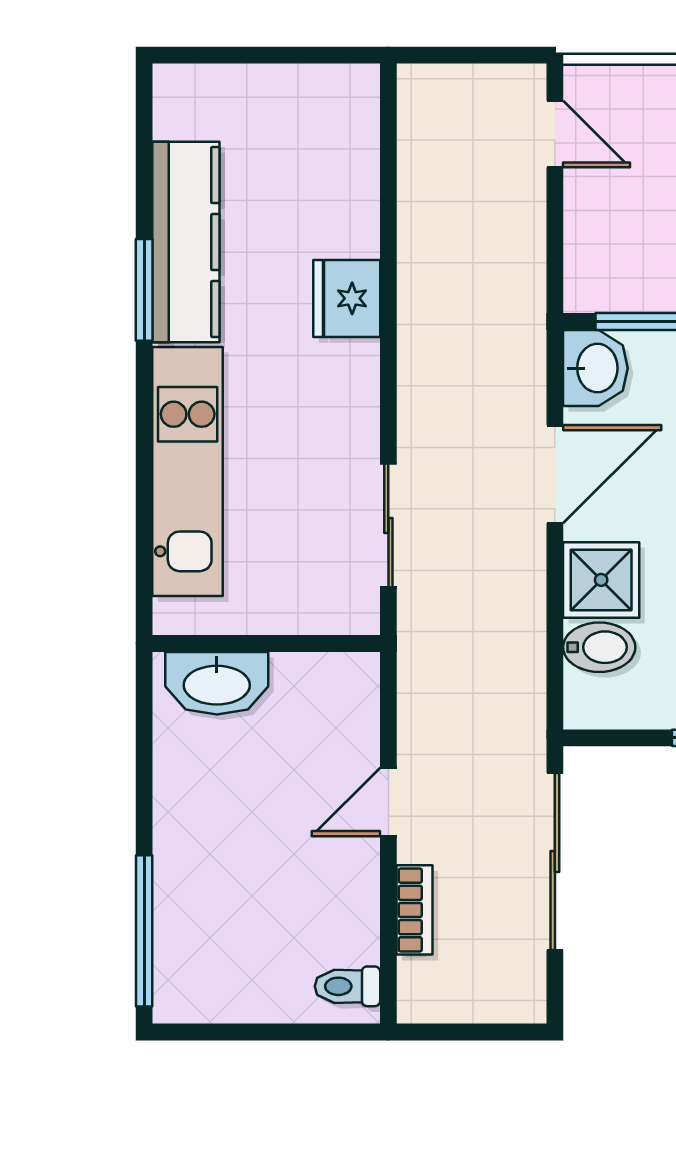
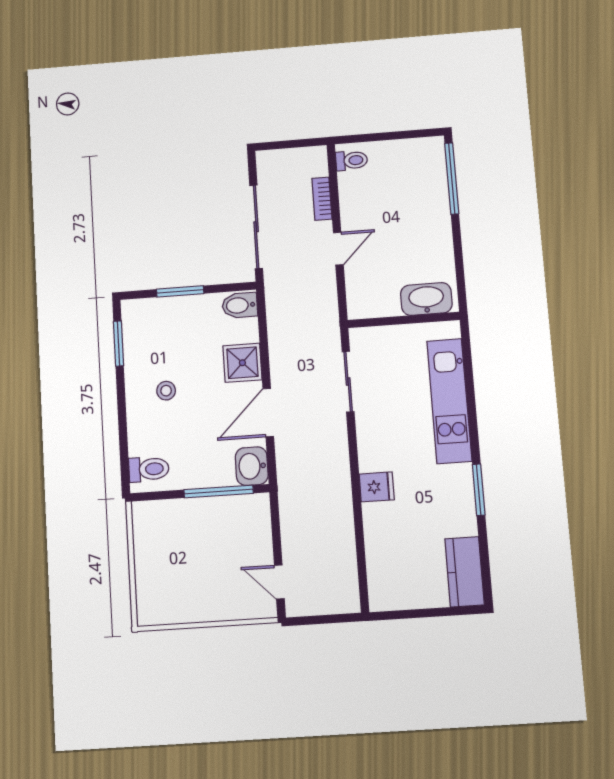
kitchen counter: (186, 242) -> (465, 572), moved, width x0.67
fridge: (347, 298) -> (377, 487), width x0.72
bidet: (599, 647) -> (240, 305), moved

